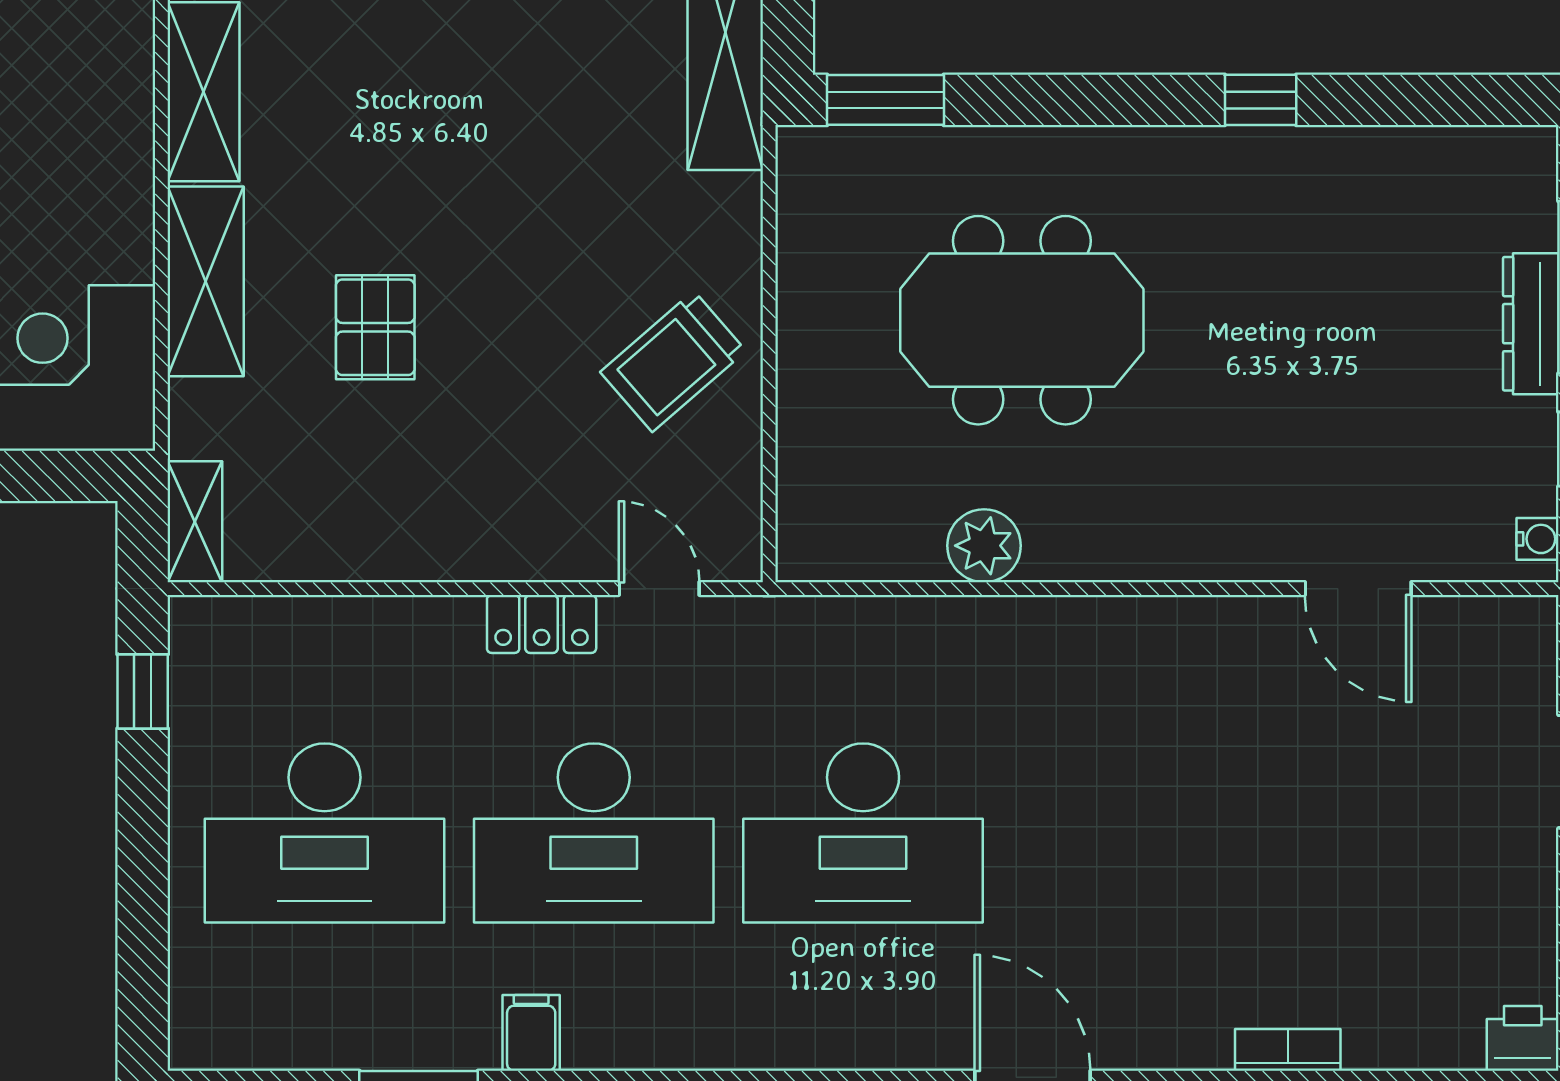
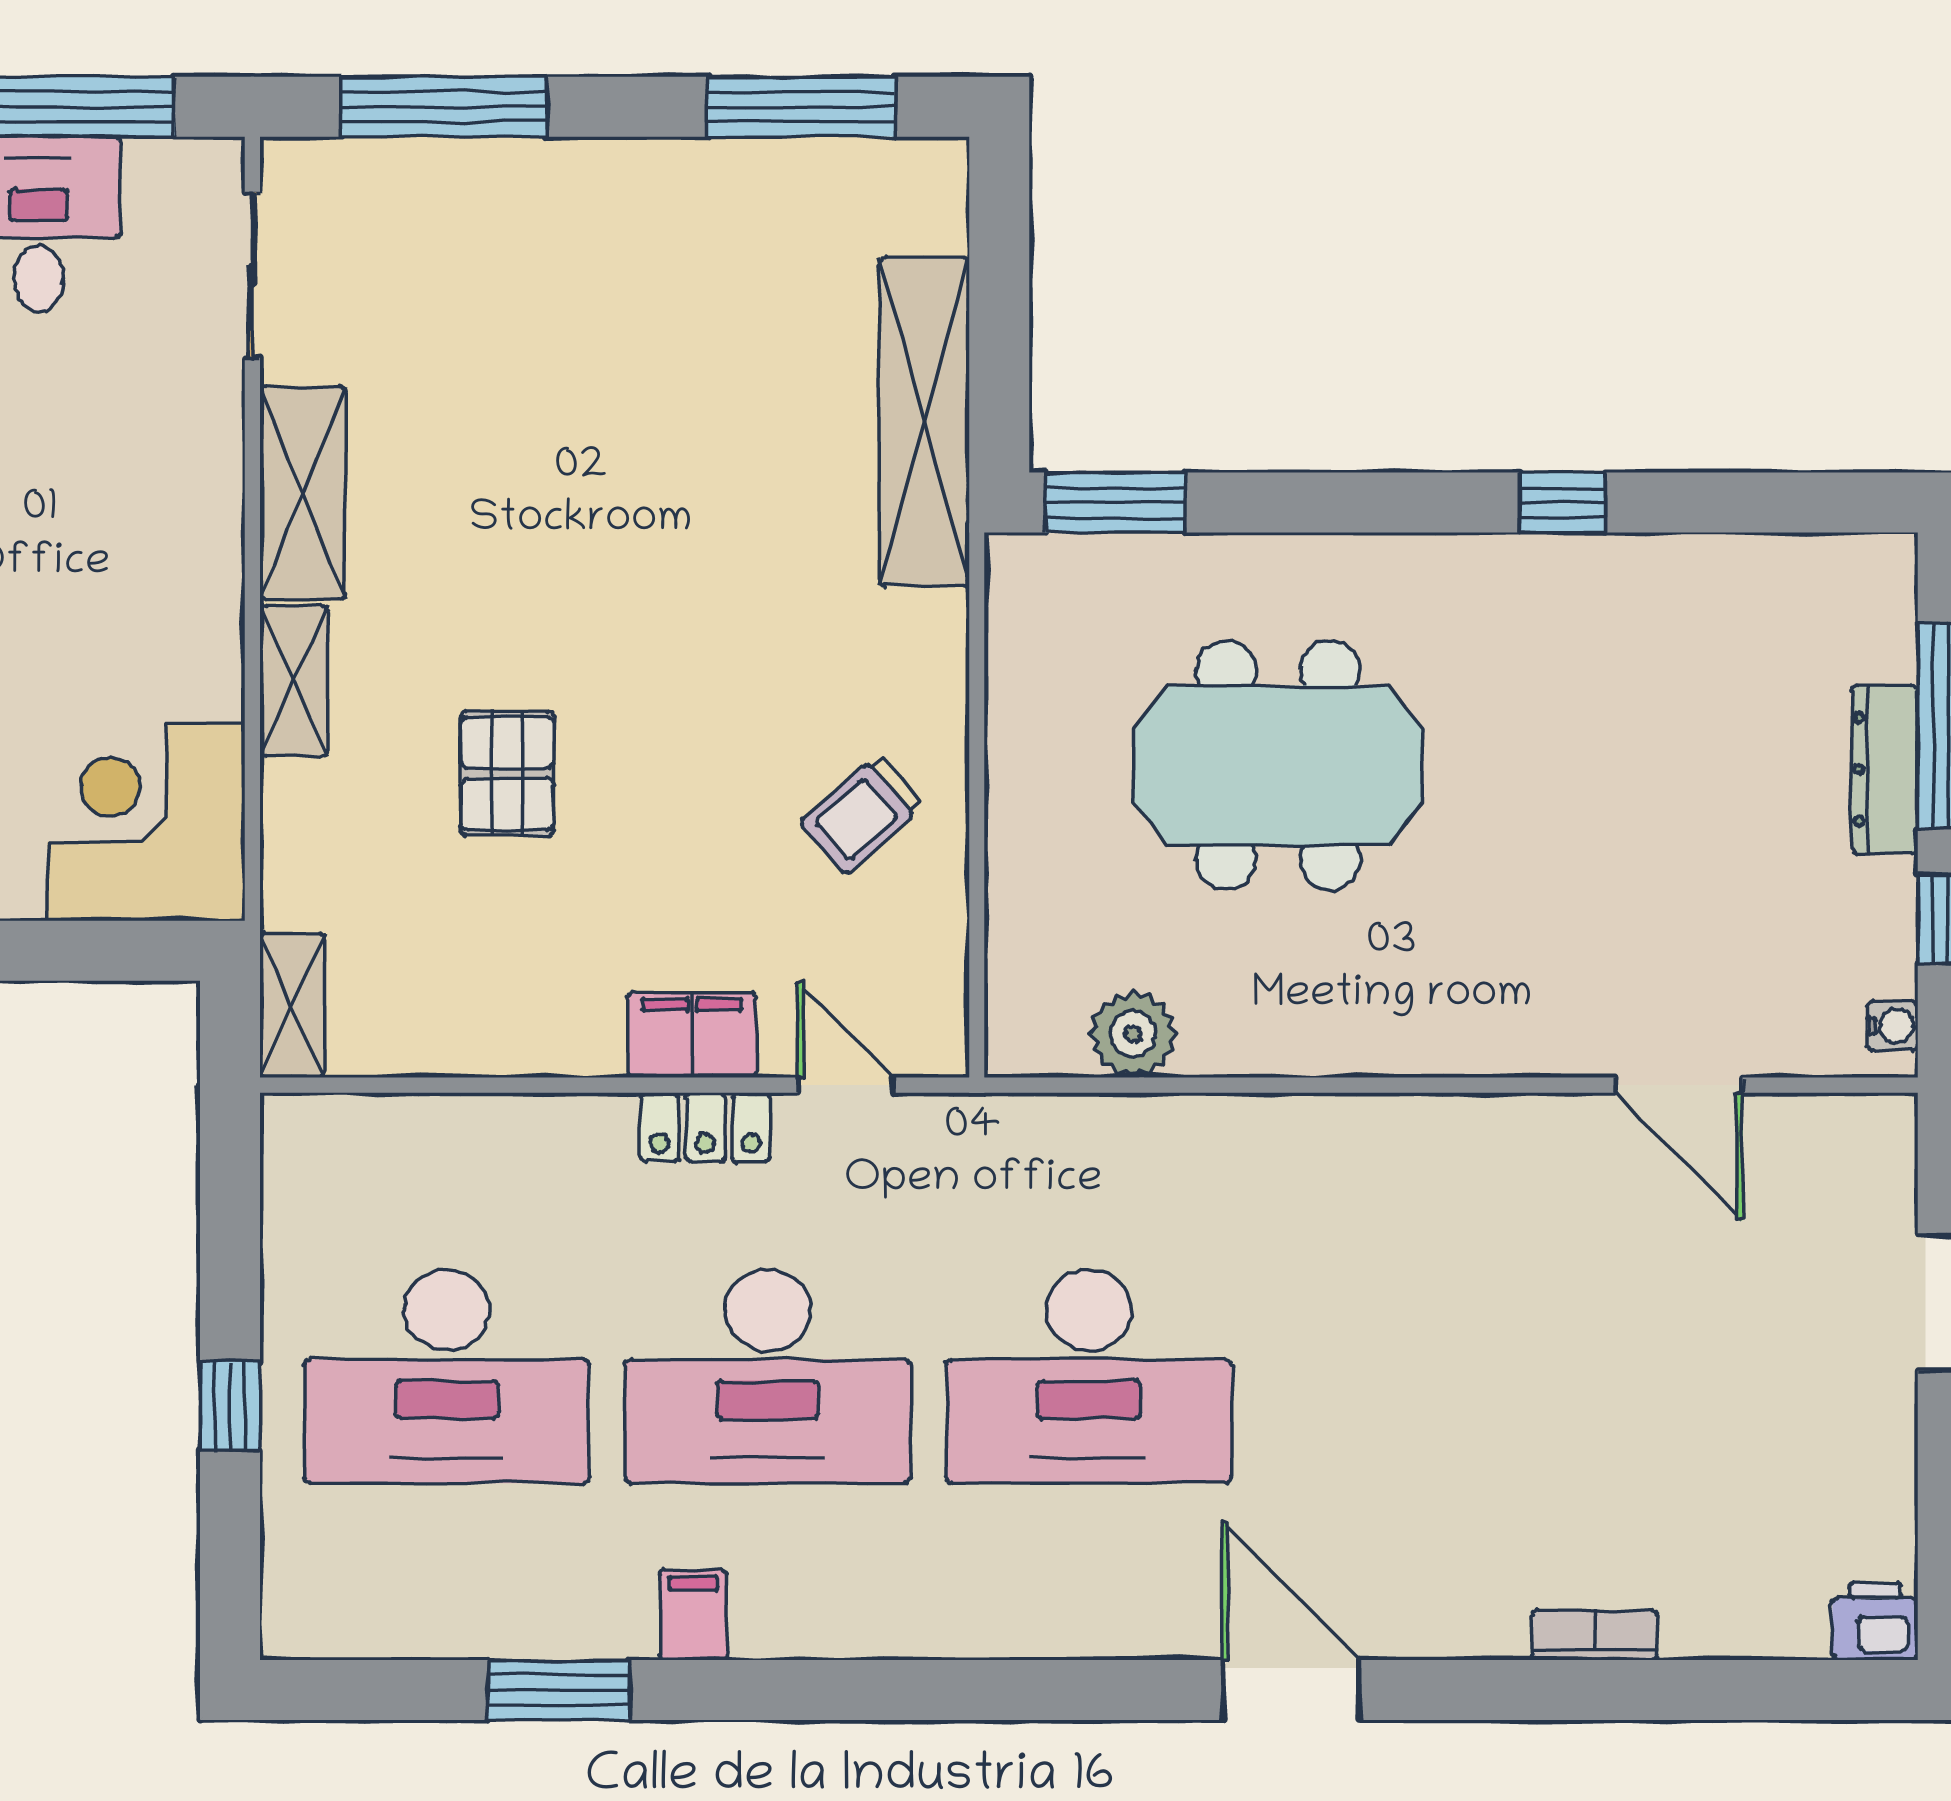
shelving: (206, 281) -> (294, 681), width x0.67, depth x0.75
trolley: (673, 361) -> (862, 814), width x0.73, depth x0.72
filing cabinet: (530, 546) -> (692, 1035), added
plant: (984, 546) -> (1133, 1034), moved
window: (143, 691) -> (230, 1406), moved

